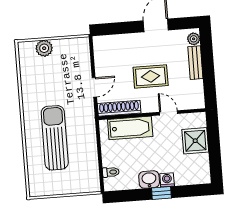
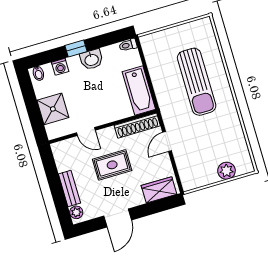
wardrobe: (111, 44) -> (159, 190), added
bathtub: (130, 128) -> (139, 90), moved, turned -90
toilet: (111, 172) -> (128, 45), moved
bidet: (202, 177) -> (38, 73), added
washing machine: (167, 180) -> (60, 67), moved

